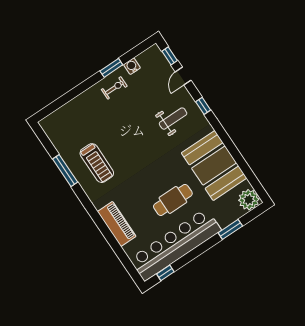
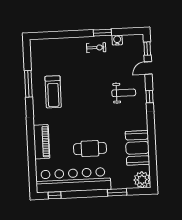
booth: (214, 166) -> (137, 148), width x0.73, depth x0.70

